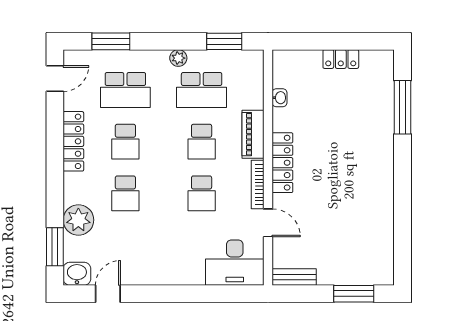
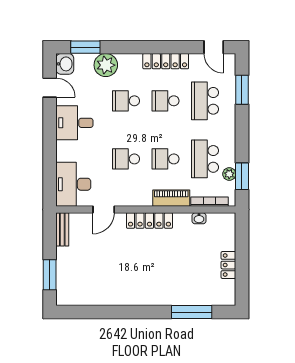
plant: (178, 58) -> (229, 174), moved
bookcase: (258, 184) -> (209, 202), moved
desk: (154, 261) -> (74, 123), added

